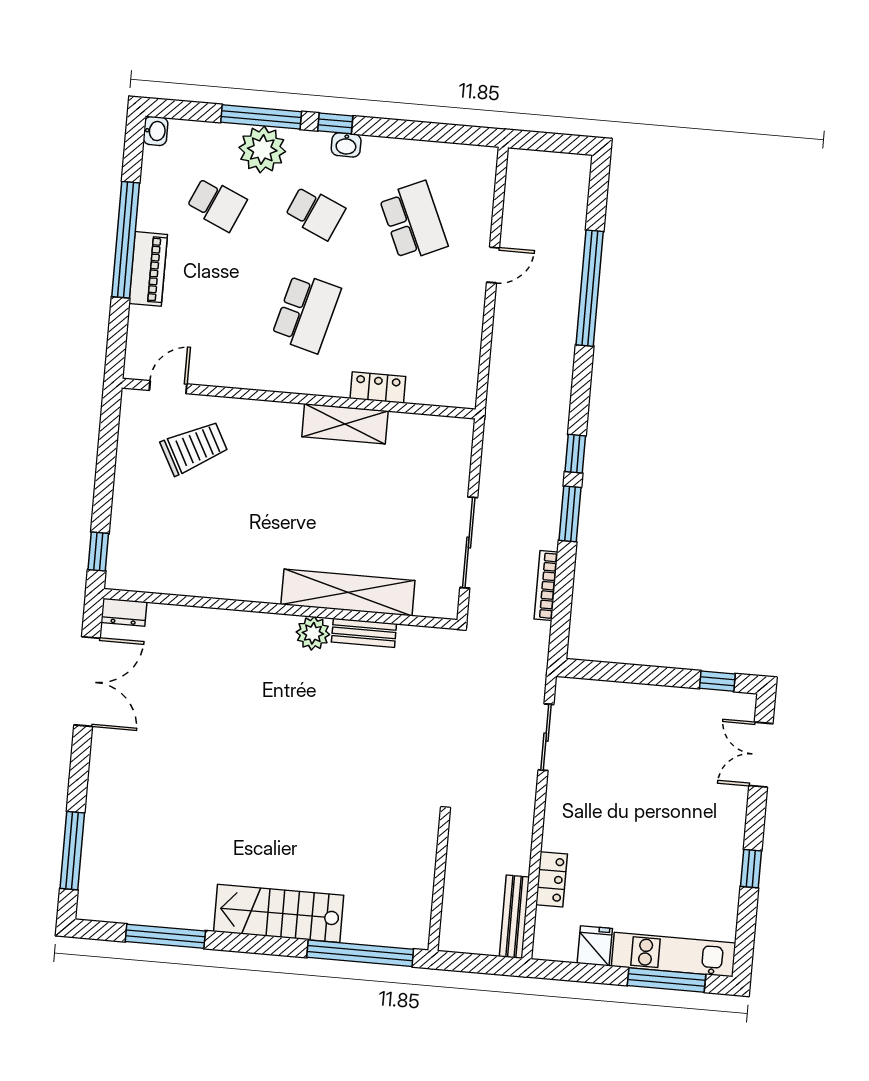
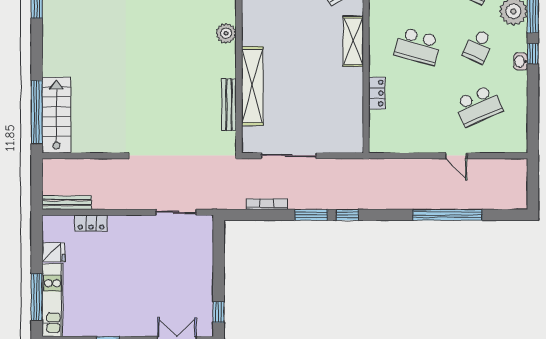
shelving: (345, 424) -> (353, 41), moved
plant: (313, 633) -> (226, 33), moved
bench: (364, 633) -> (229, 105), width x1.36
stairs: (279, 913) -> (56, 115), moved

